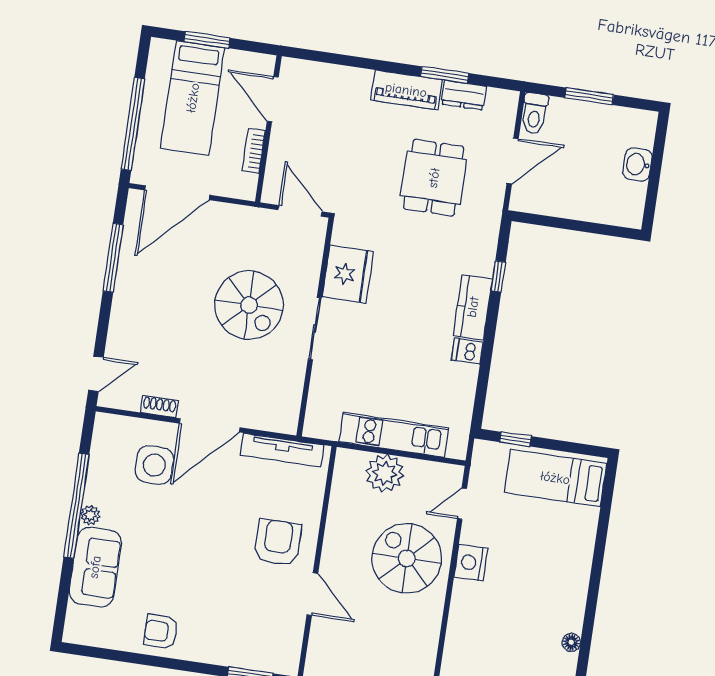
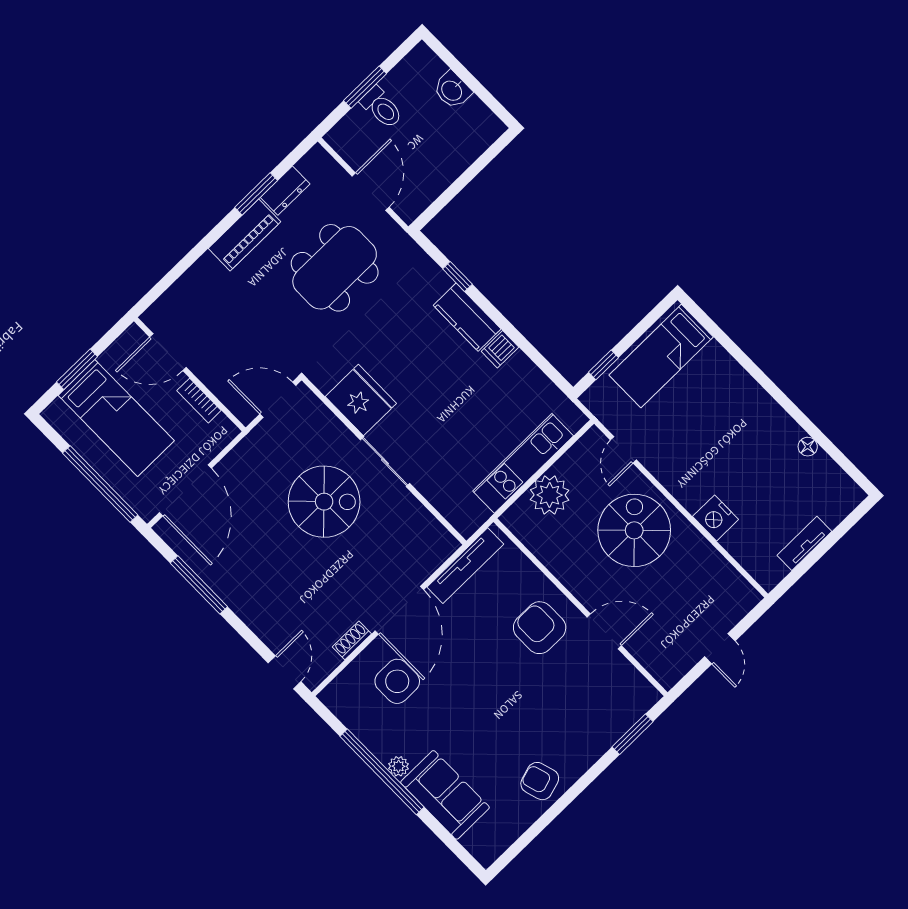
toilet: (534, 114) -> (382, 108), moved
dining table: (434, 178) -> (335, 268), width x1.38
spiral stairs: (407, 558) -> (634, 530), turned 90
nightstand: (471, 562) -> (716, 518), moved
armchair: (161, 631) -> (540, 781), turned 73

